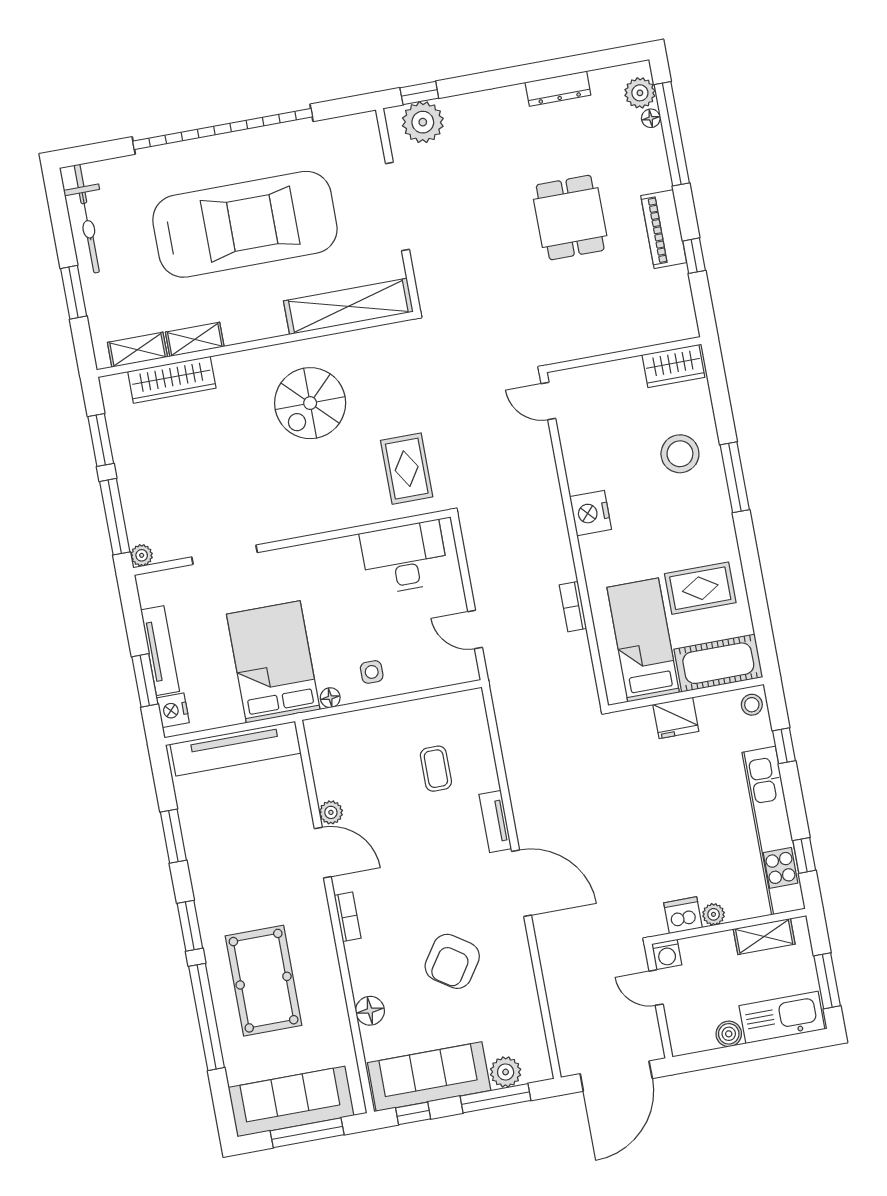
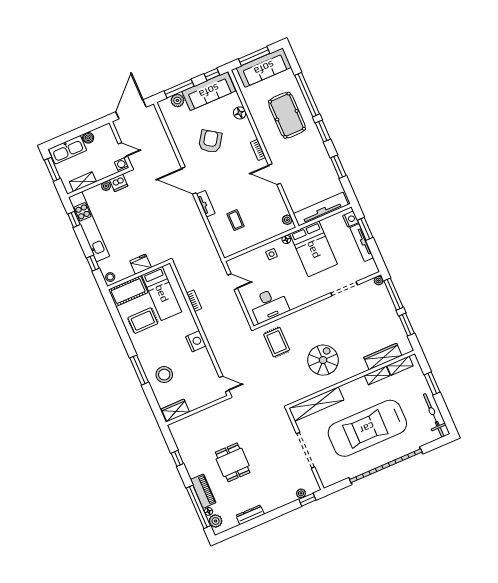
plant: (423, 122) -> (301, 493), width x0.53, depth x0.53
piano: (664, 229) -> (203, 491), moved
plant: (331, 812) -> (287, 220), moved

